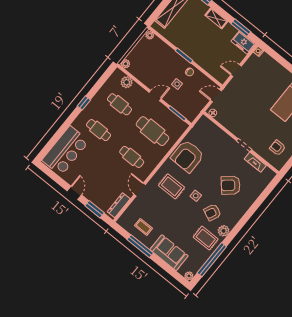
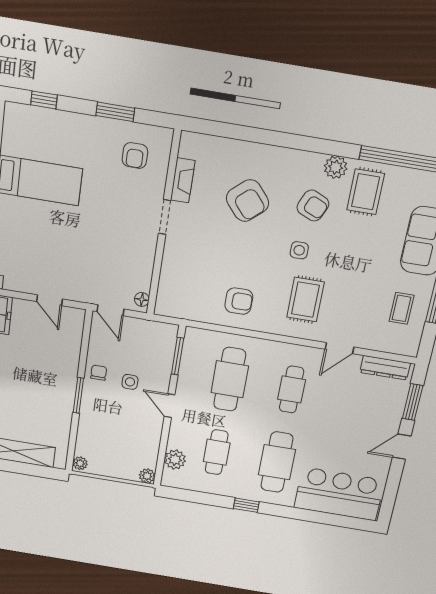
cafe table: (99, 130) -> (277, 462), width x1.37, depth x1.35
armchair: (188, 156) -> (239, 301), width x0.53, depth x0.53

